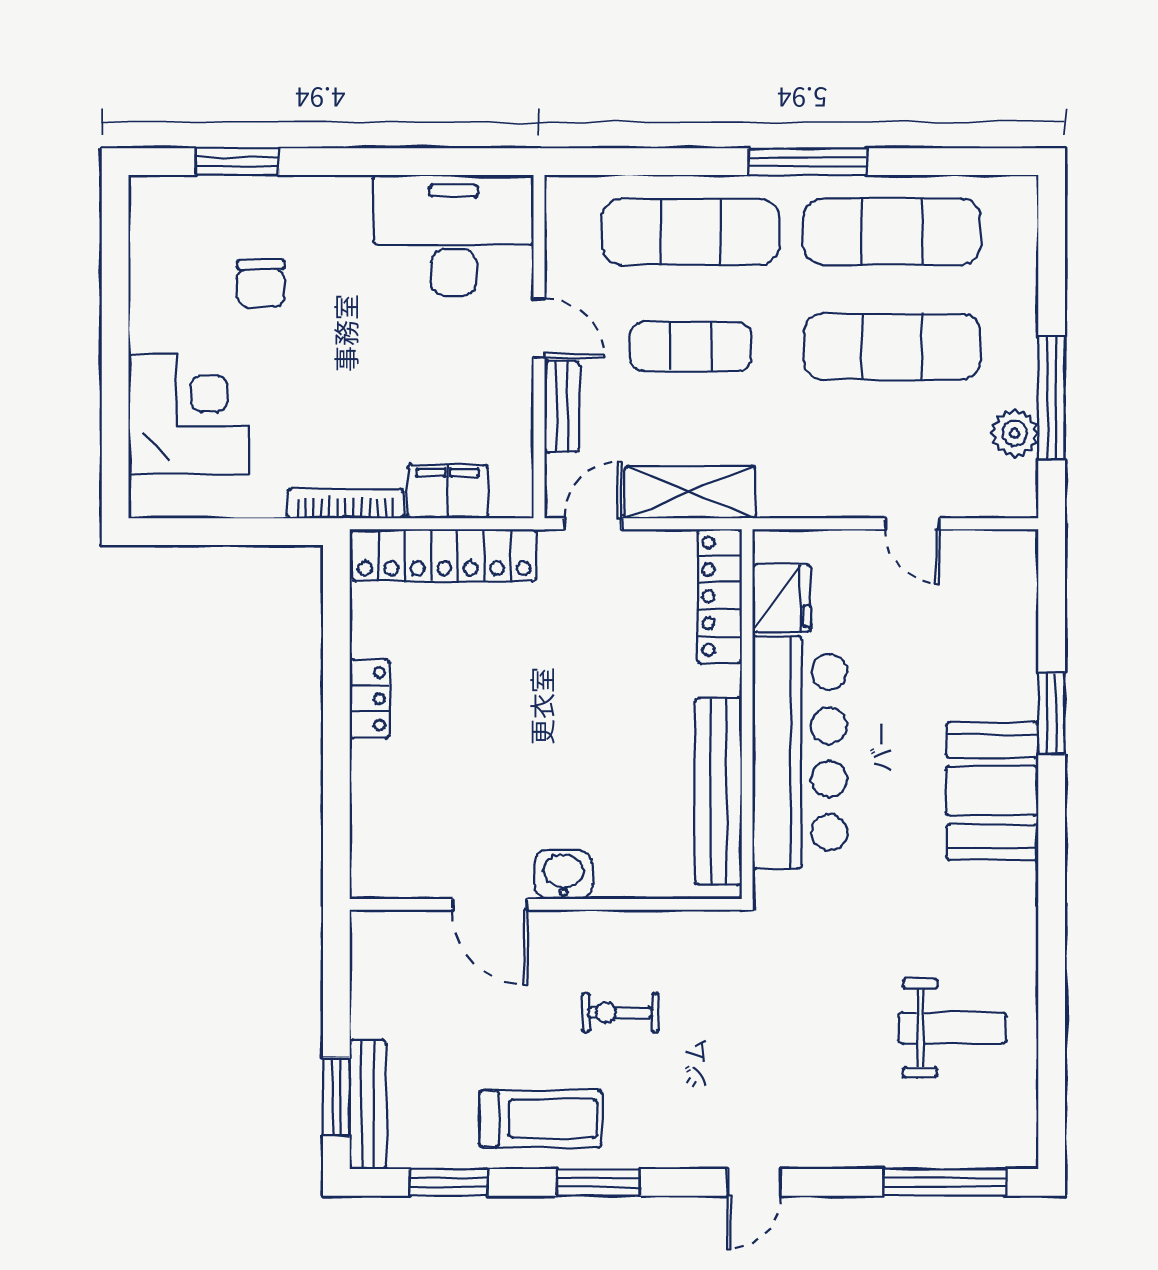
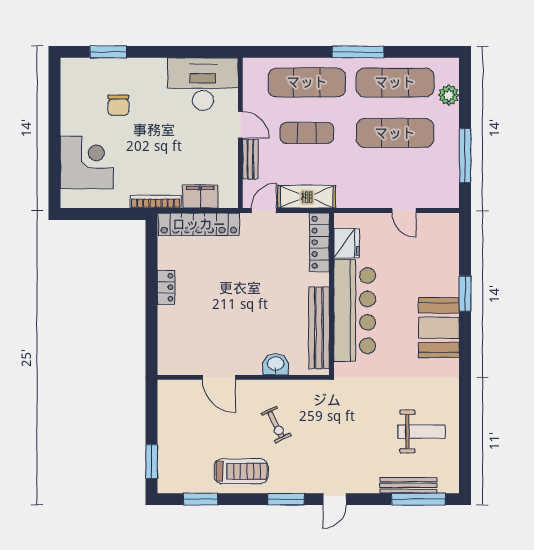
plant: (1015, 433) -> (449, 95), moved
washbasin: (563, 874) -> (276, 364), moved
exercise bike: (620, 1012) -> (276, 425), turned -116
bench: (368, 1104) -> (408, 485), moved, turned 90
window: (598, 1182) -> (286, 499), moved

